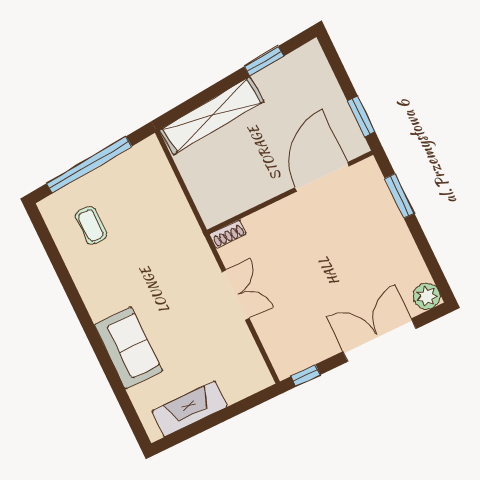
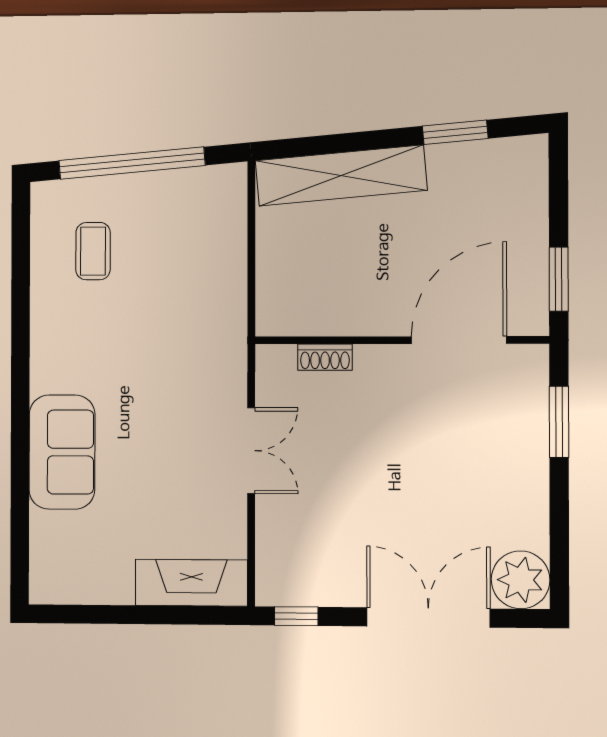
shoe rack: (228, 234) -> (325, 357), moved
plant: (427, 296) -> (521, 580), width x1.36, depth x1.36
fireplace: (190, 409) -> (191, 583), moved

